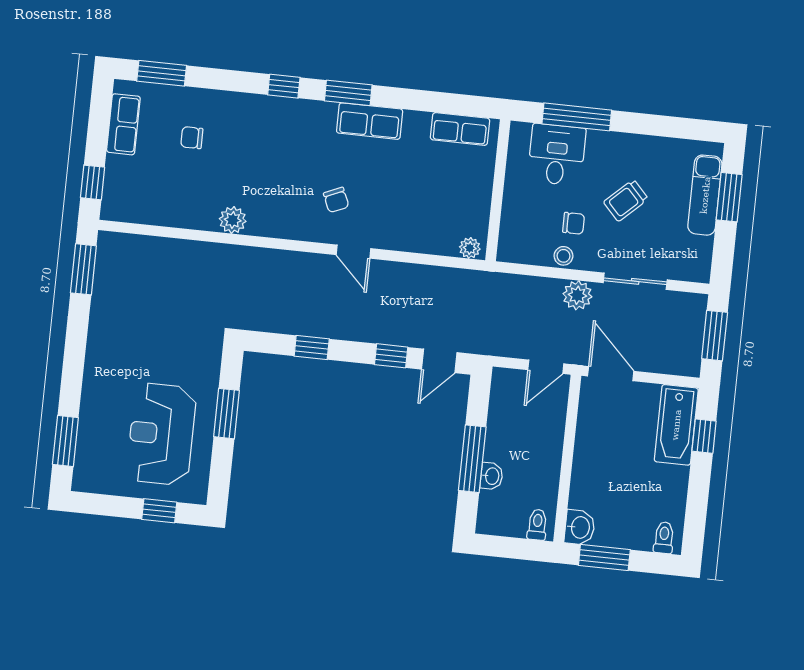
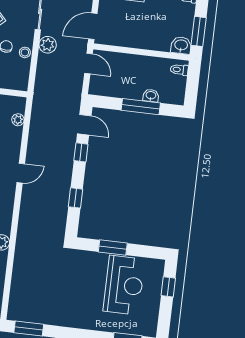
plant: (470, 248) -> (18, 120), moved
reception desk: (161, 434) -> (124, 285), turned -90

